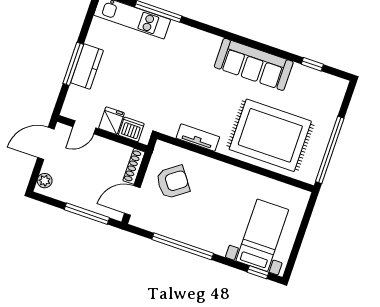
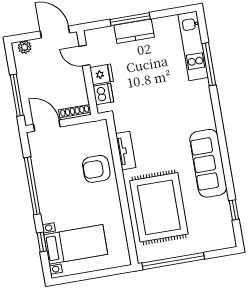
armchair: (173, 182) -> (96, 169), moved, turned 126
window: (258, 272) -> (42, 242), moved

